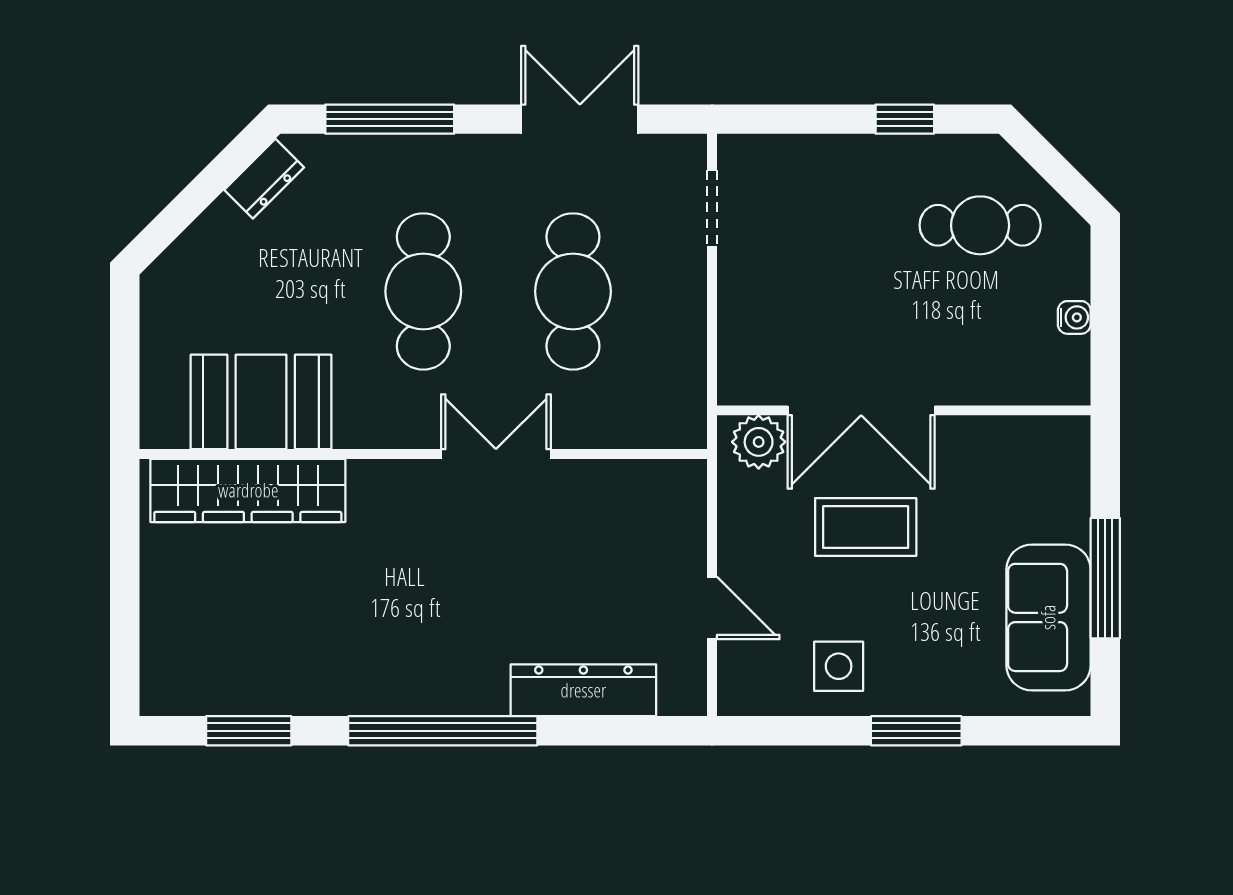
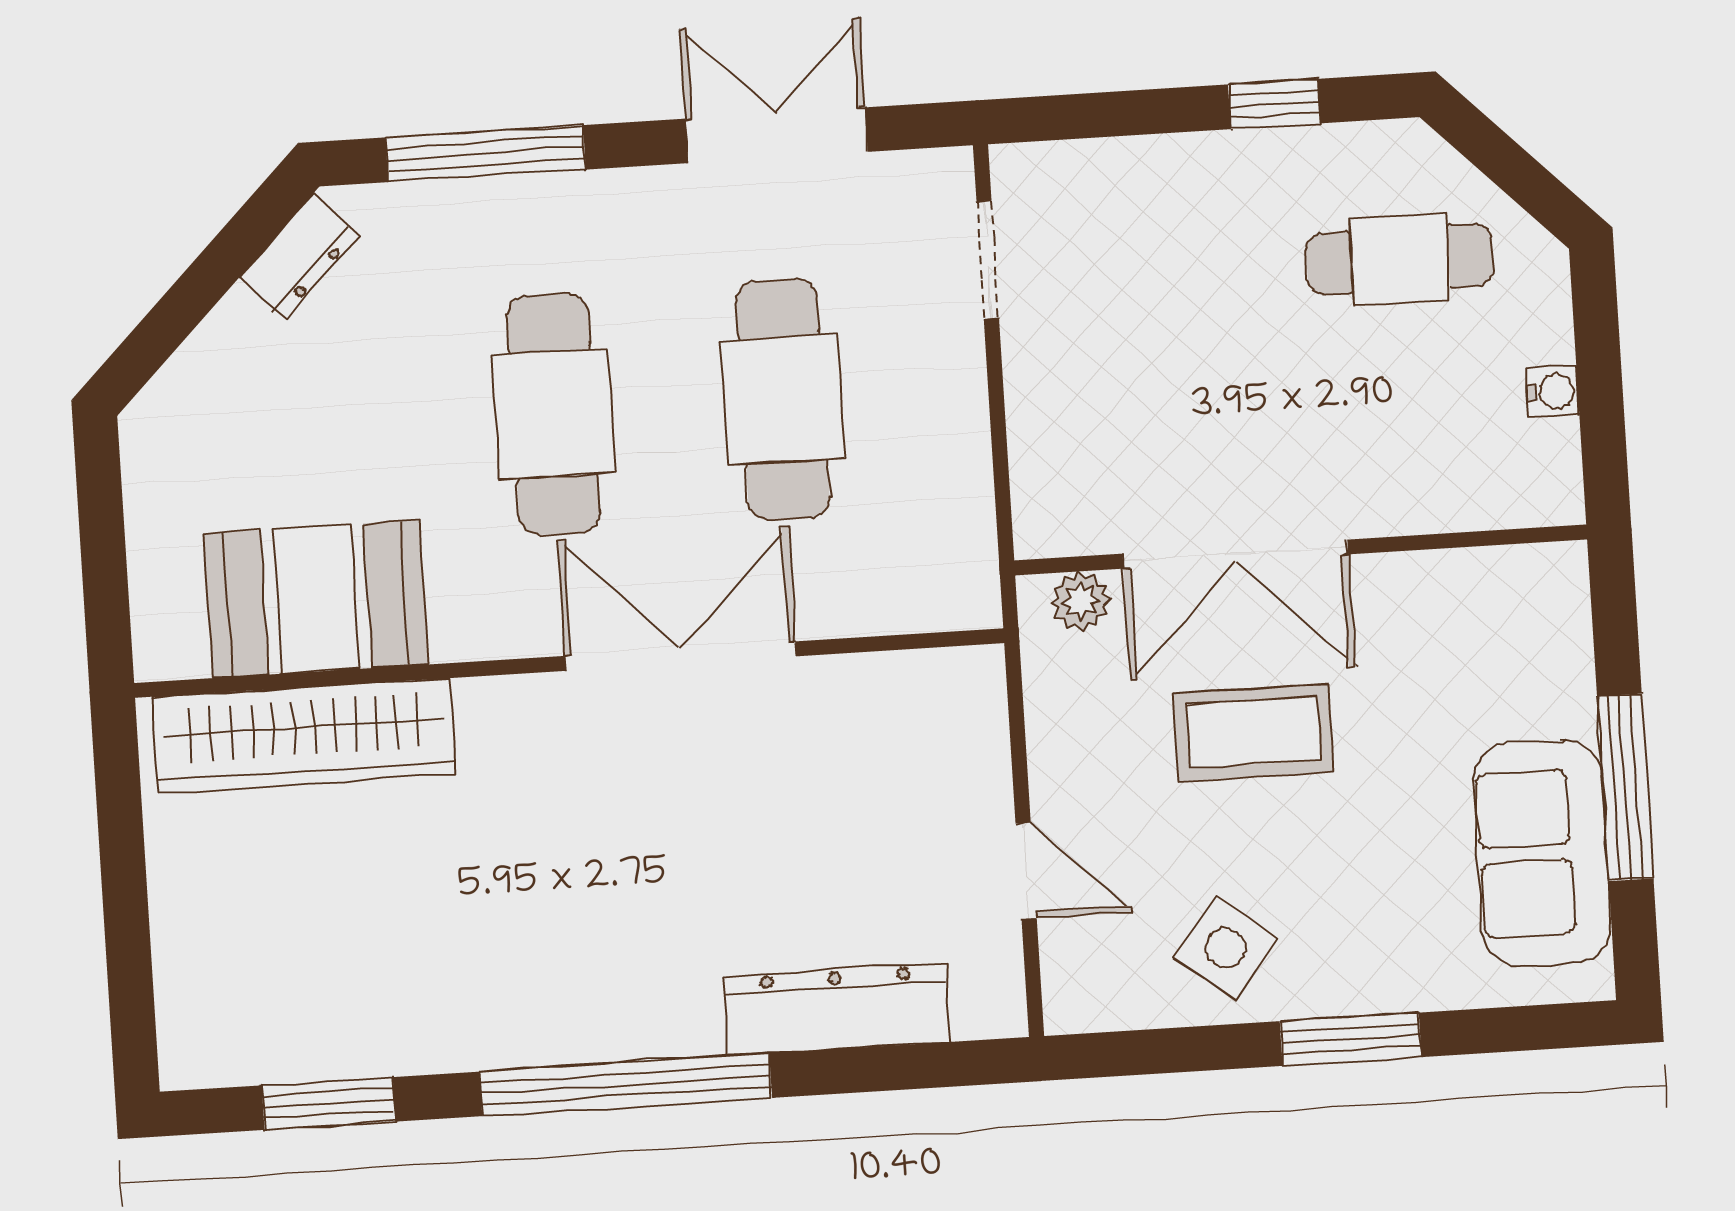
plant: (759, 442) -> (1081, 601), width x0.73, depth x0.73
double door: (496, 454) -> (680, 656), width x1.37
side table: (839, 666) -> (1226, 948), turned 38

